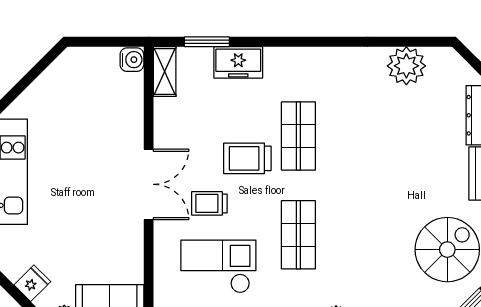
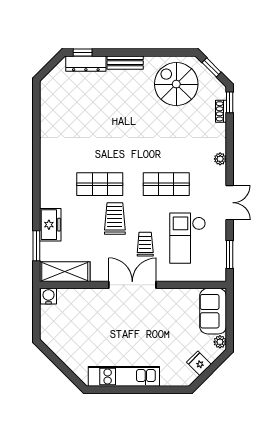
plant: (406, 66) -> (53, 112), removed
shelving: (165, 72) -> (65, 272), width x1.50, depth x1.33
trolley: (247, 158) -> (115, 219), turned 180
trolley: (209, 203) -> (145, 244), turned 180

